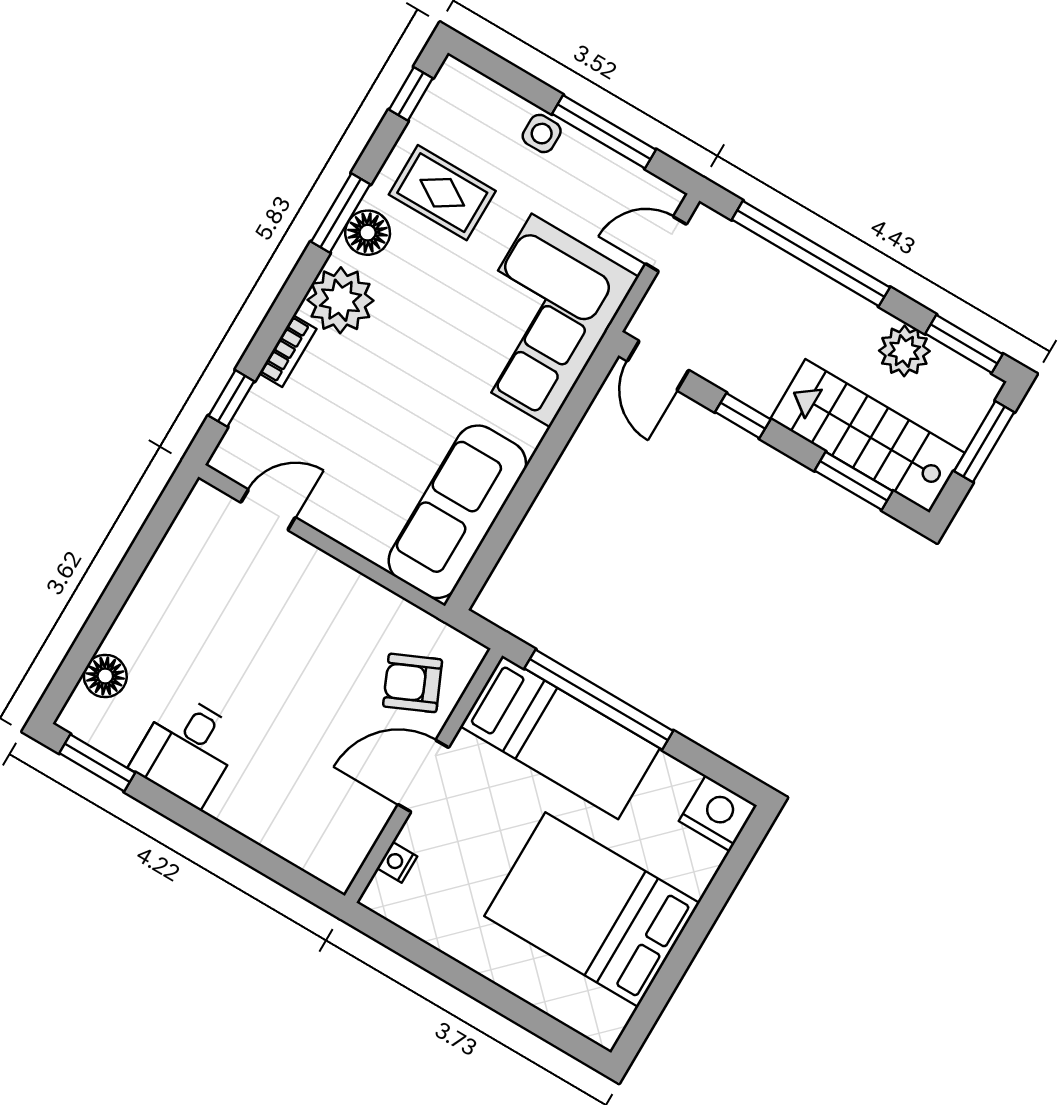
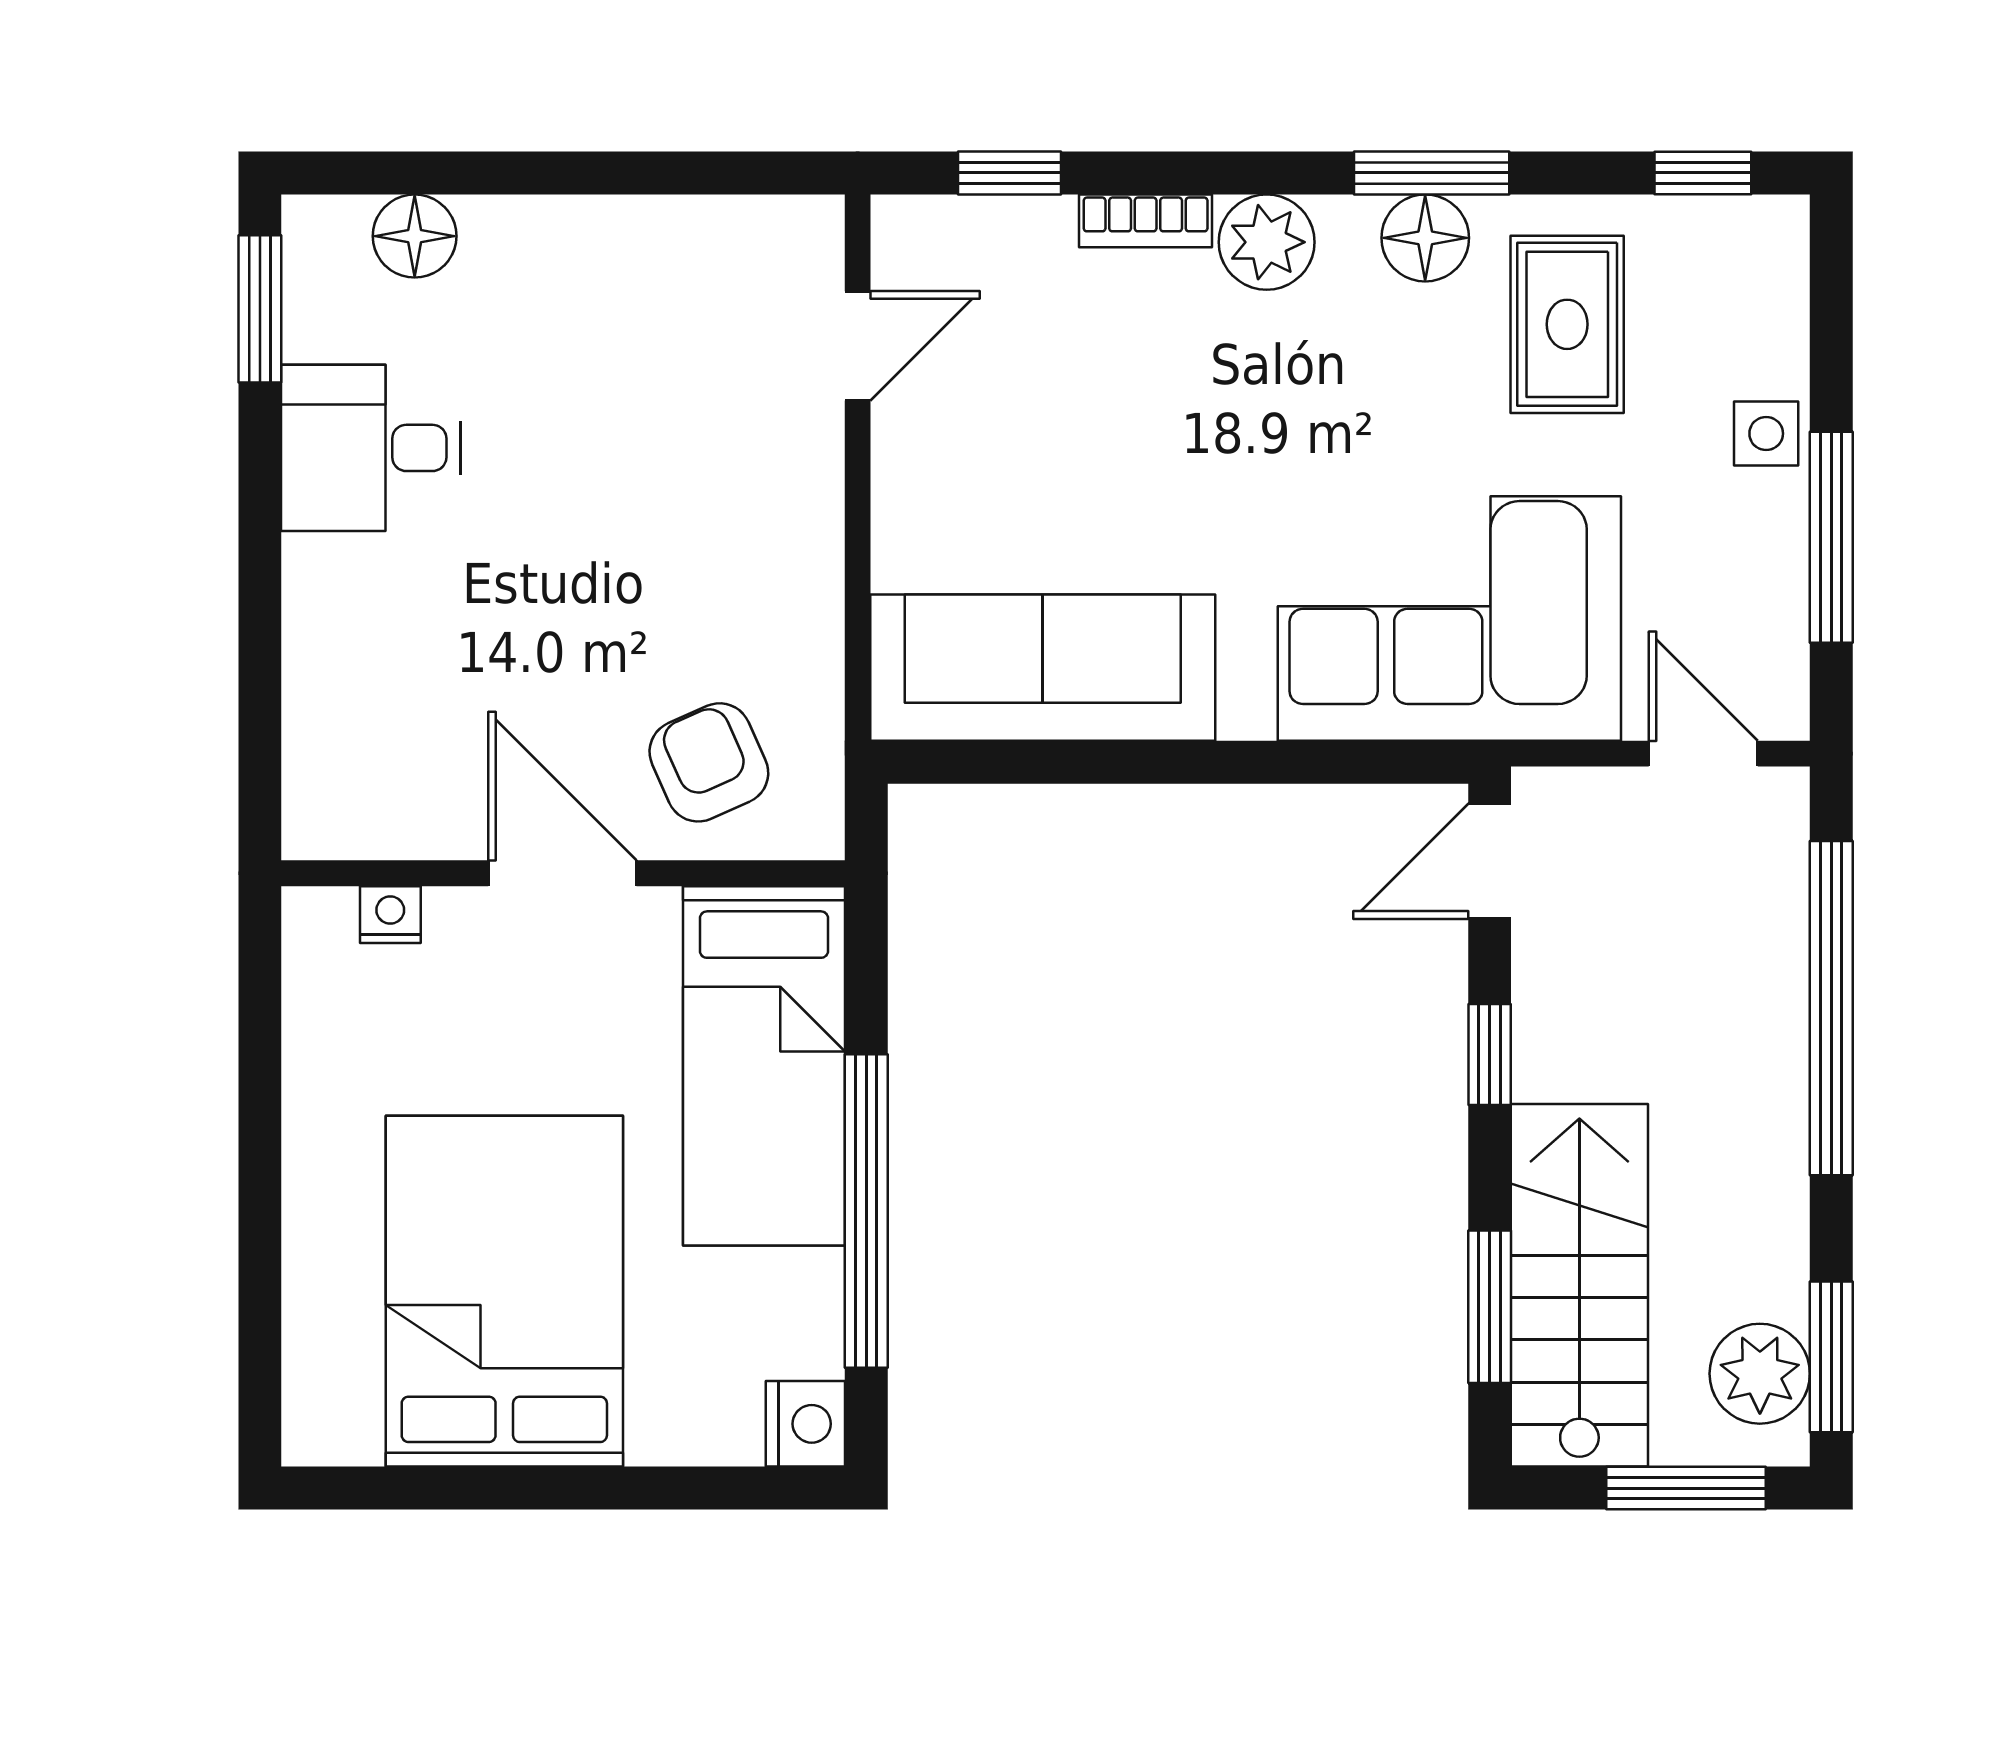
plant: (340, 300) -> (1267, 242), width x0.73, depth x0.73
plant: (904, 351) -> (1760, 1374), moved
door: (268, 510) -> (858, 346), hinge flipped
window: (599, 700) -> (866, 1211), moved
nightstand: (718, 813) -> (805, 1424), width x0.74, depth x0.75

